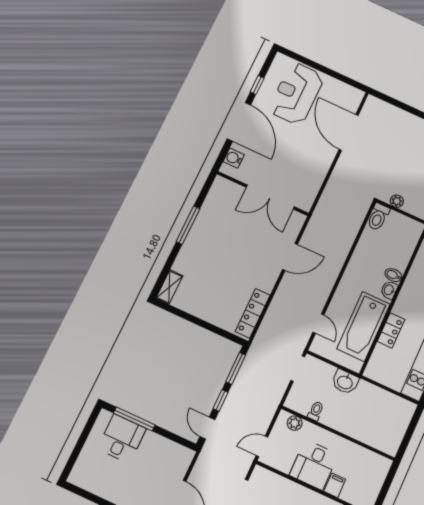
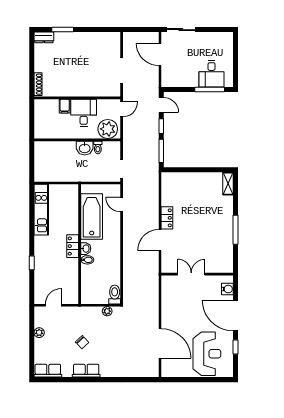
double door: (270, 197) -> (191, 274), width x0.73
locker: (253, 313) -> (167, 218), moved, width x0.66
locker: (391, 330) -> (73, 246), moved
washbasin: (345, 382) -> (85, 148), moved, turned 180
plant: (295, 423) -> (108, 129), width x1.88, depth x1.88

